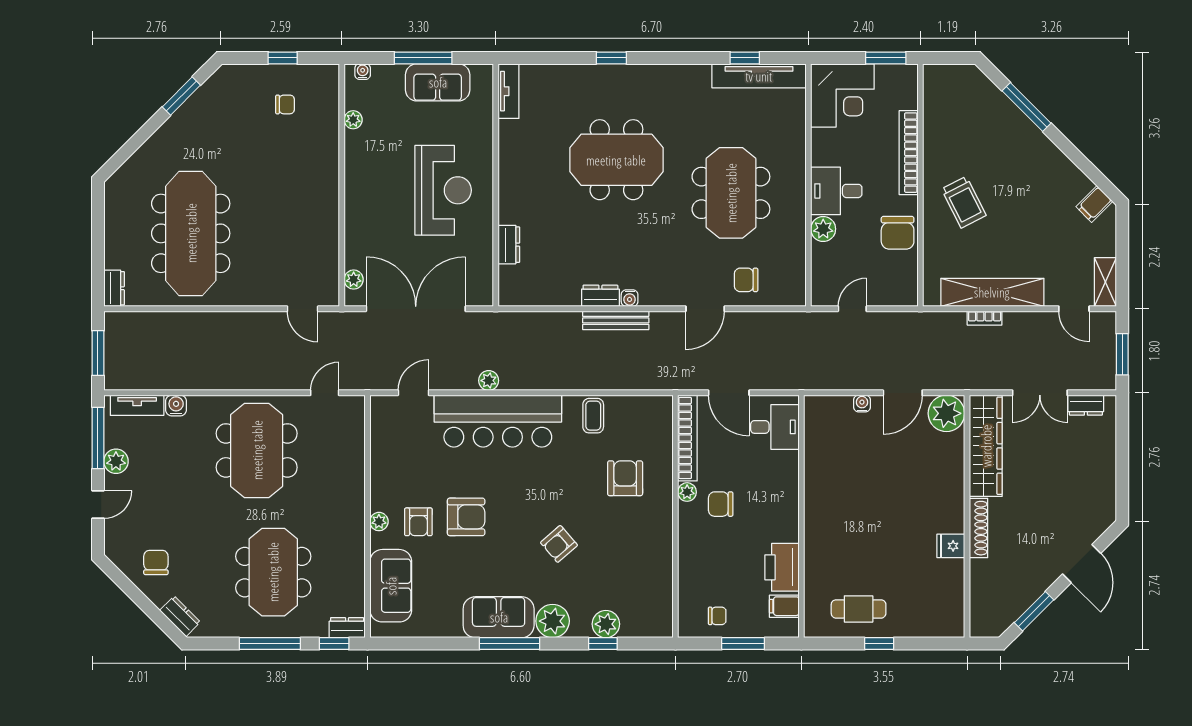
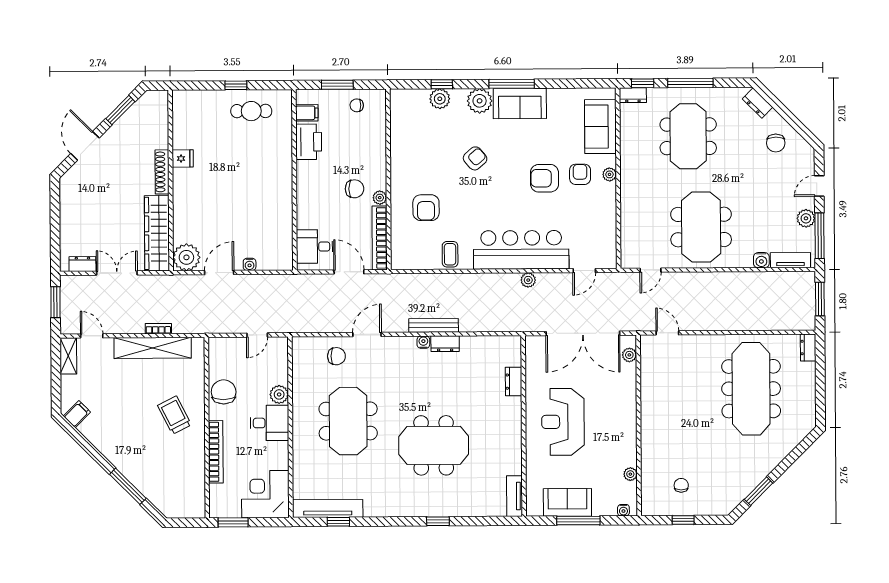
chair: (285, 104) -> (681, 485), turned 90

